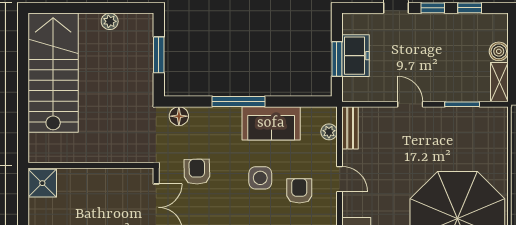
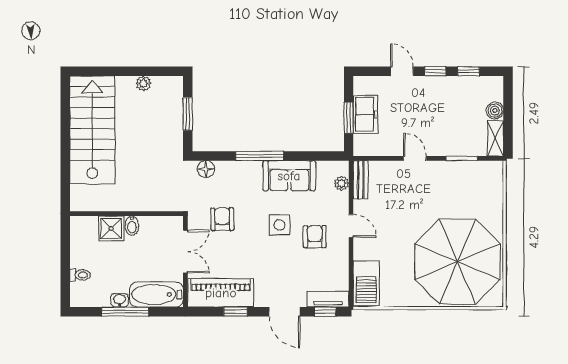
bidet: (97, 179) -> (132, 226), added
shower: (42, 183) -> (111, 228), moved

